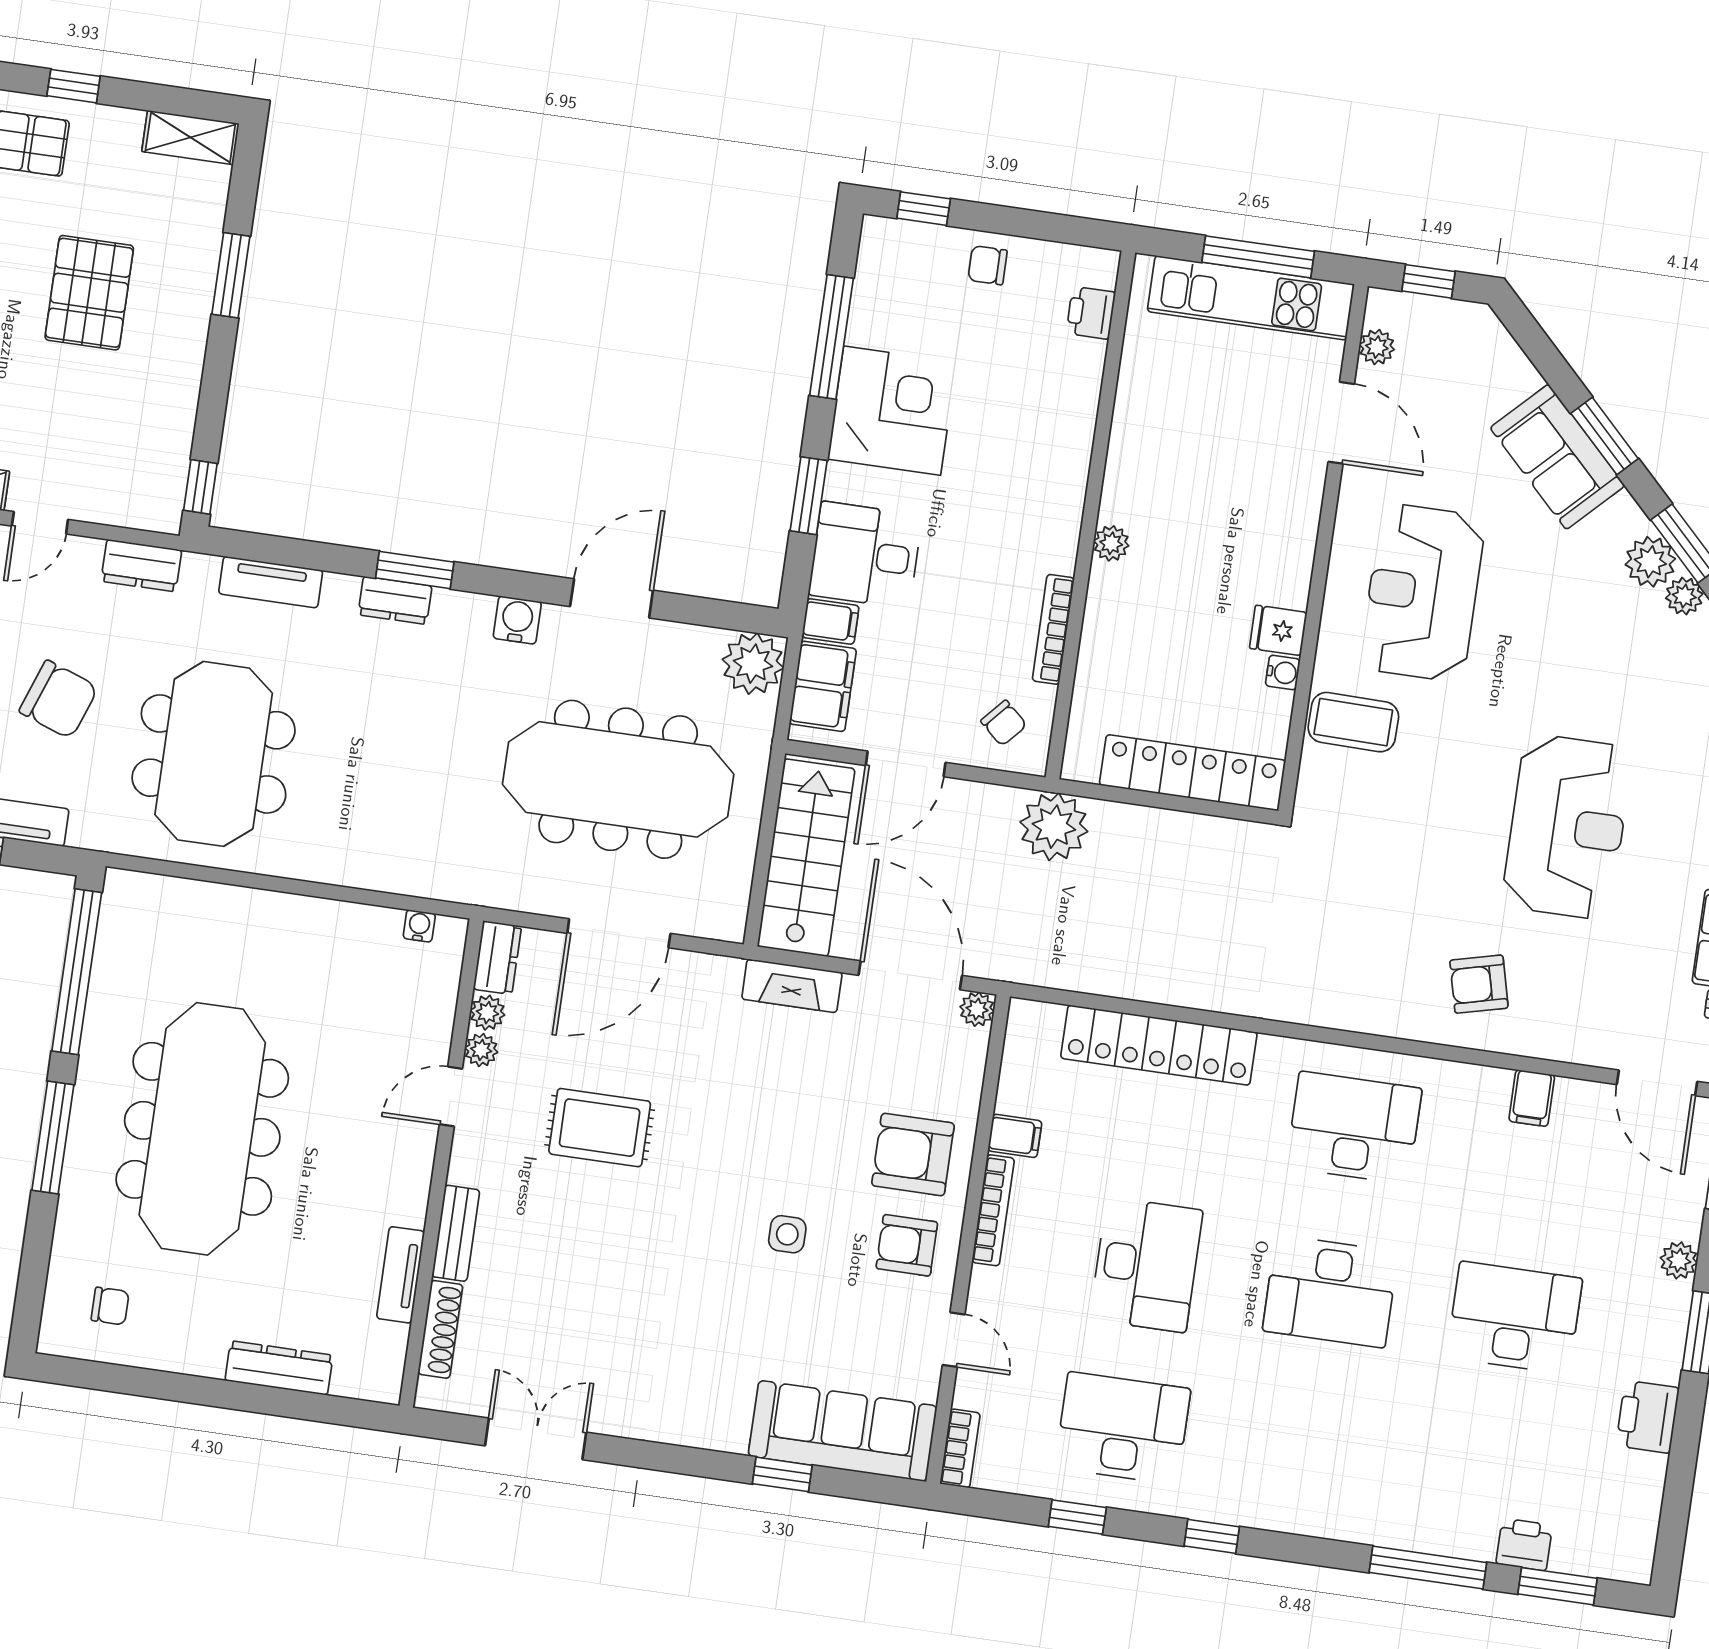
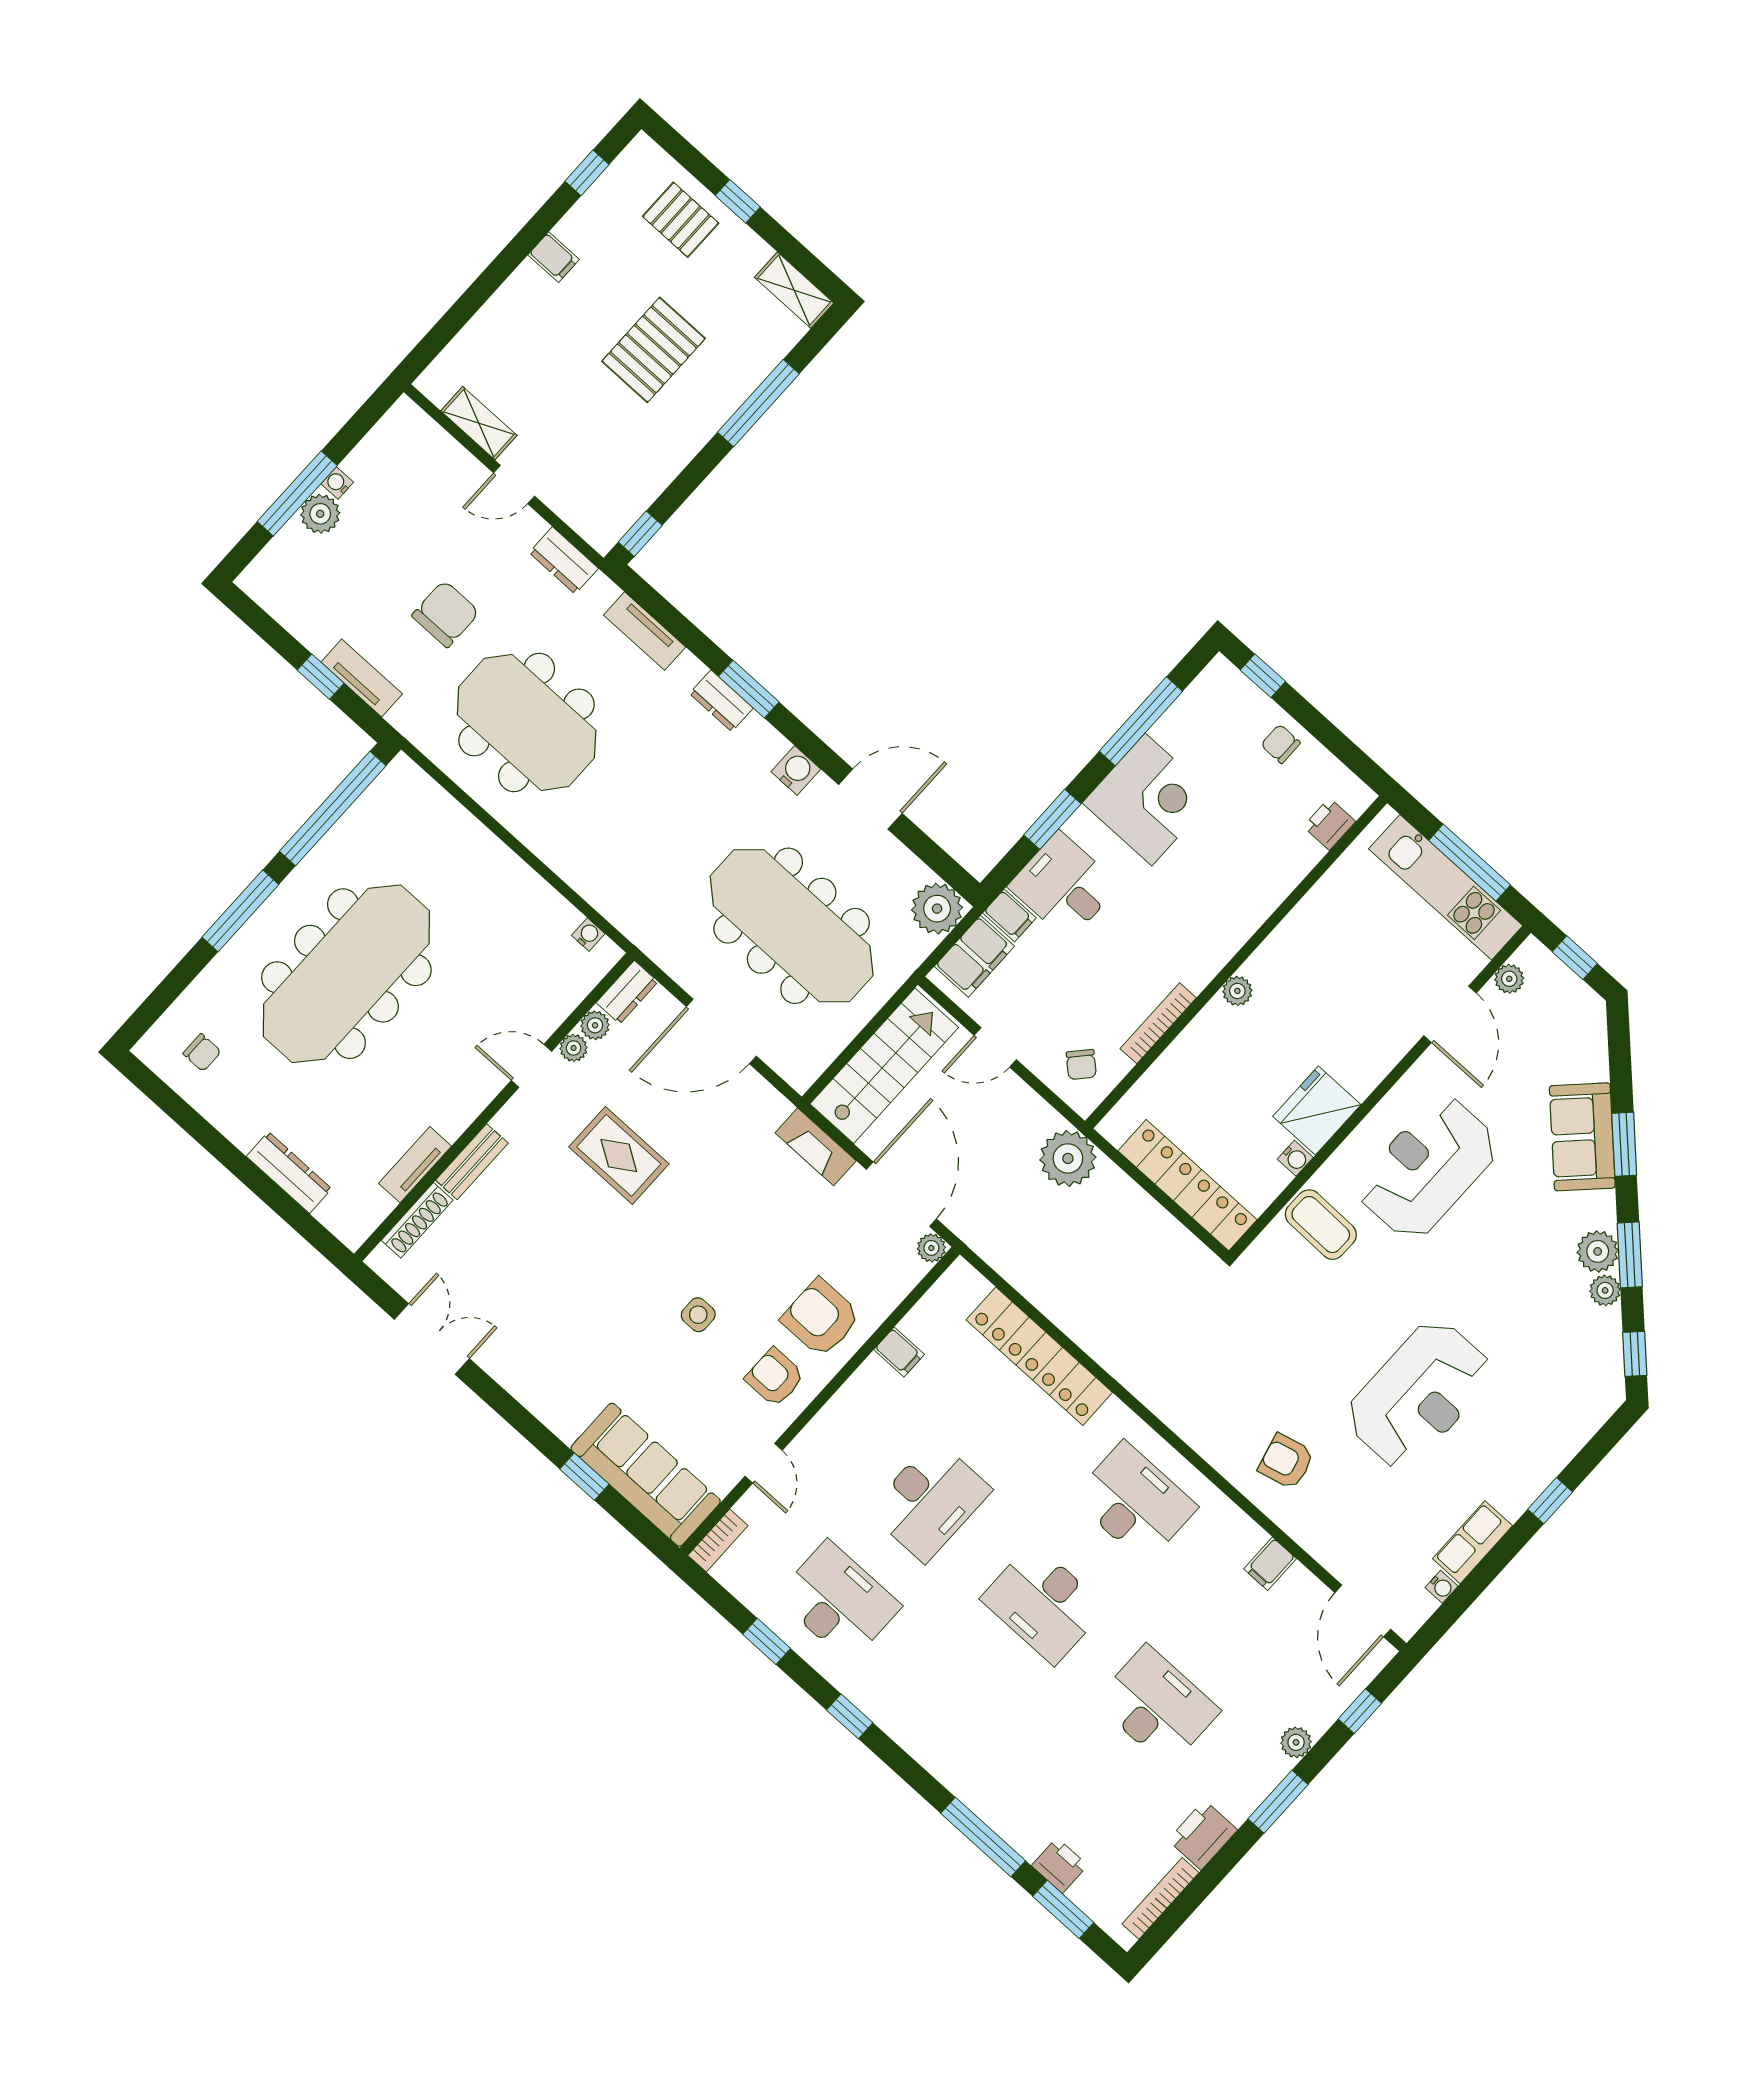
window: (231, 275) -> (758, 403), width x1.44
fridge: (1278, 630) -> (1317, 1111), width x1.88, depth x1.34
chair: (59, 699) -> (446, 614), turned -110
meeting table: (214, 754) -> (527, 722), turned 90
door: (906, 764) -> (995, 1047), width x0.73
bookcase: (993, 1210) -> (1160, 1898), moved, turned 180

